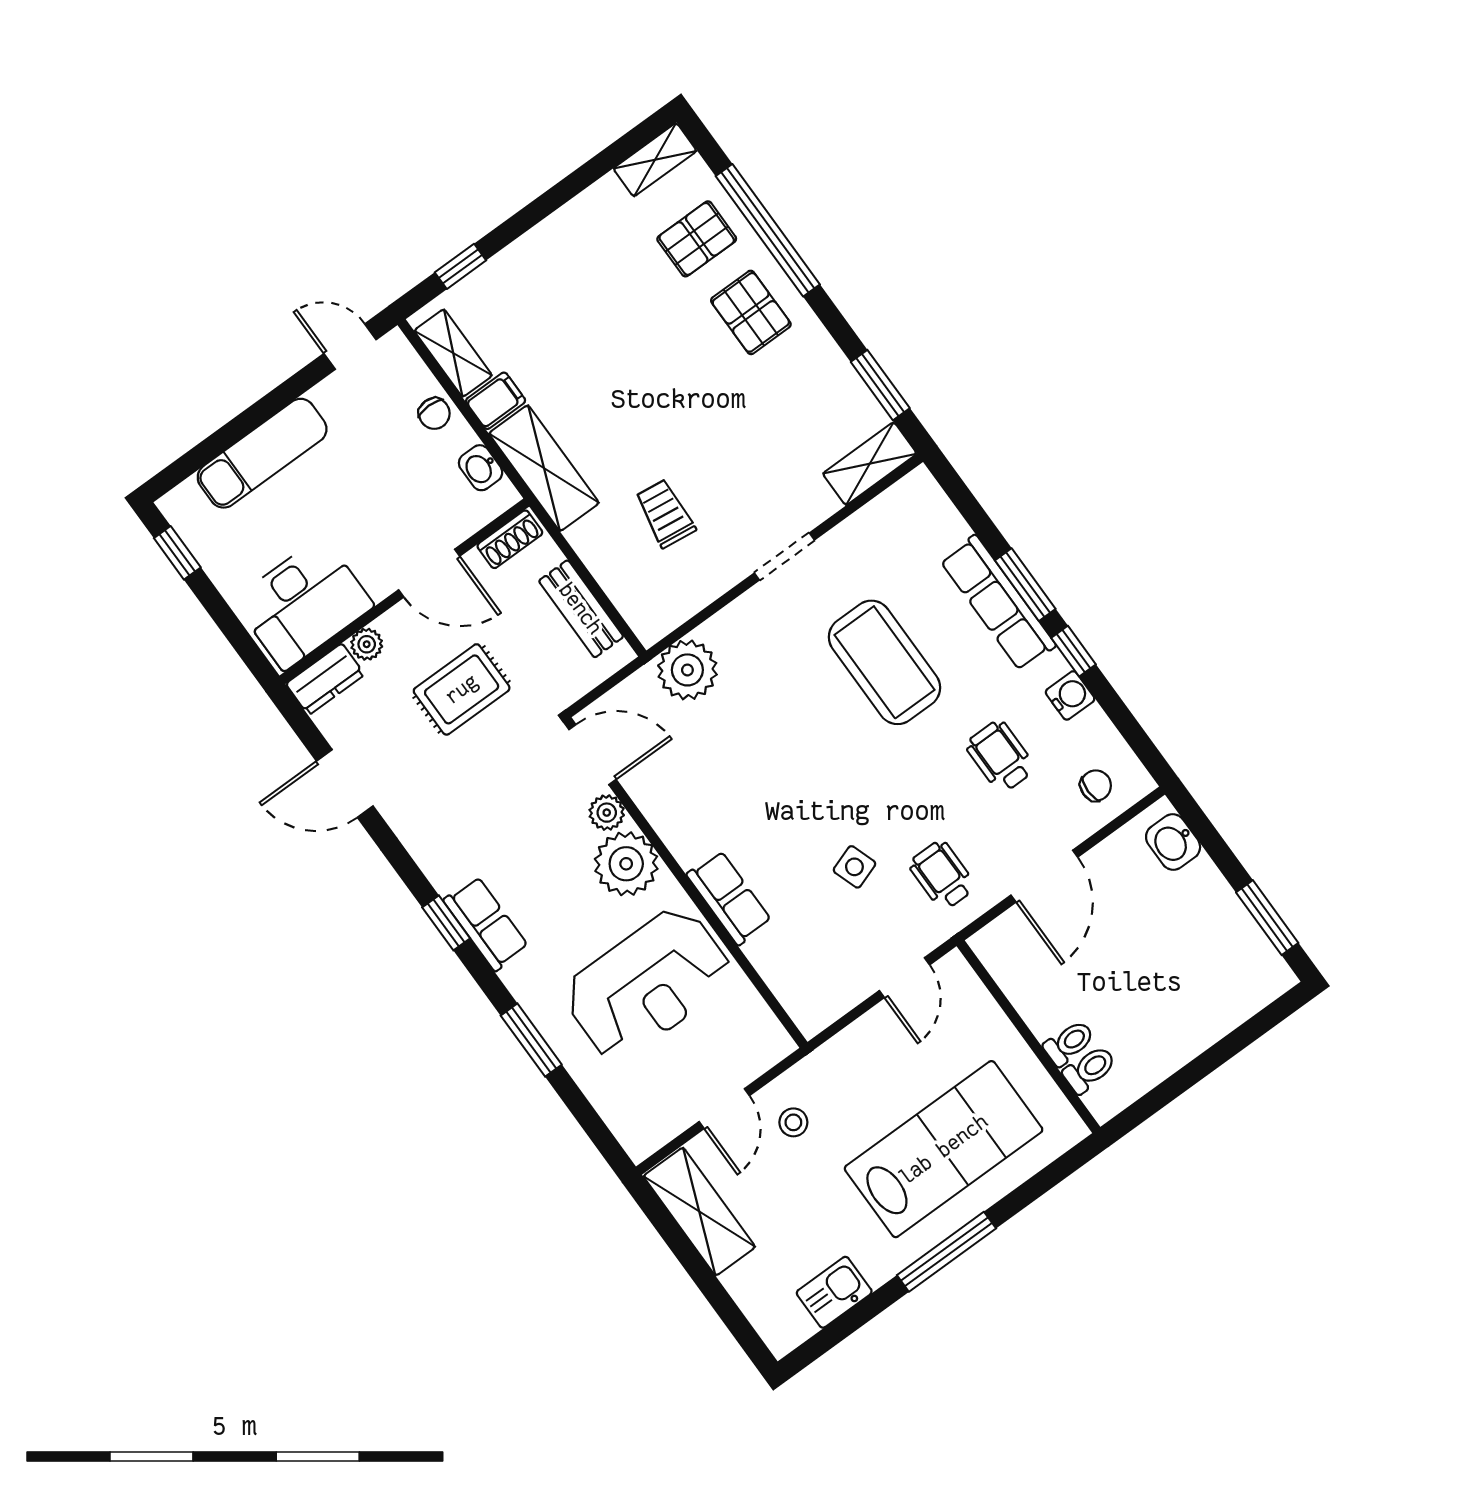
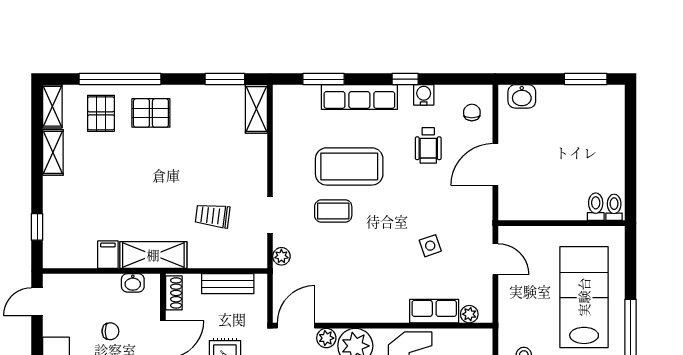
shelving: (453, 353) -> (53, 152), moved, turned 90
chair: (434, 413) -> (110, 331), moved
doorway: (784, 556) -> (270, 215), moved
window: (1025, 585) -> (323, 79), moved
plant: (687, 670) -> (281, 256), width x0.53, depth x0.53
coffee table: (802, 687) -> (333, 211), added
wheelchair: (1000, 756) -> (428, 145), turned -90
wheelchair: (942, 875) -> (462, 209), removed
door: (1044, 876) -> (495, 164), swing flipped
row of seats: (729, 898) -> (434, 311), moved
plant: (795, 998) -> (469, 314), added
toilet: (1069, 1043) -> (614, 207), moved

